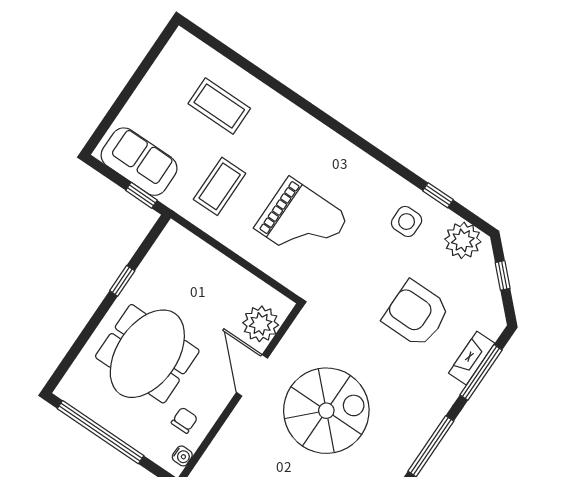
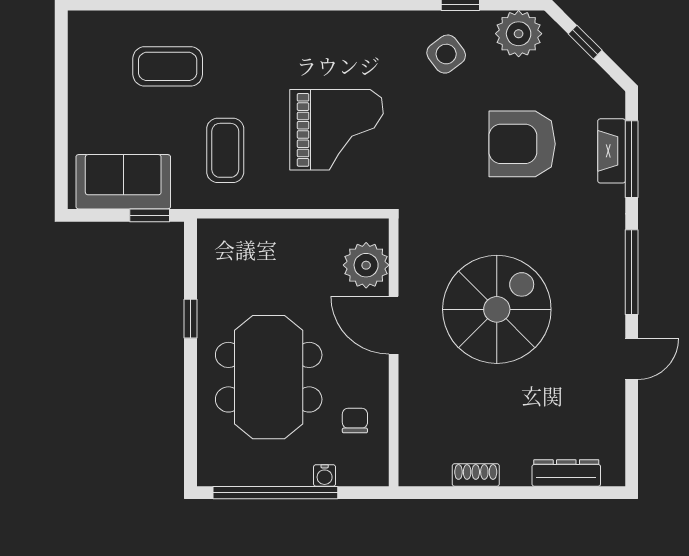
side table: (407, 222) -> (446, 54), turned -37
water cooler: (182, 456) -> (325, 475), moved, turned 90

